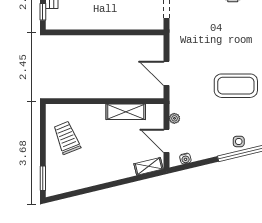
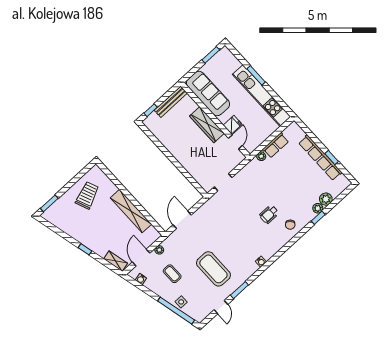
shelving: (126, 112) -> (131, 211), width x1.47
coffee table: (206, 126) -> (172, 274), added
window: (113, 184) -> (85, 249), added

